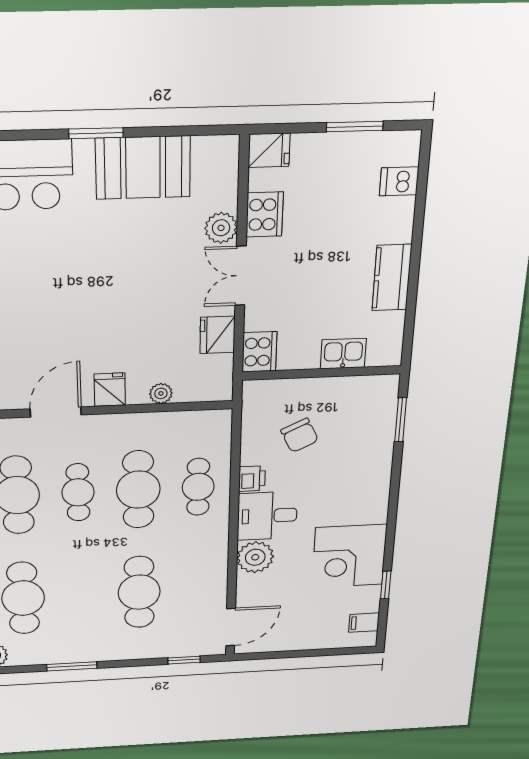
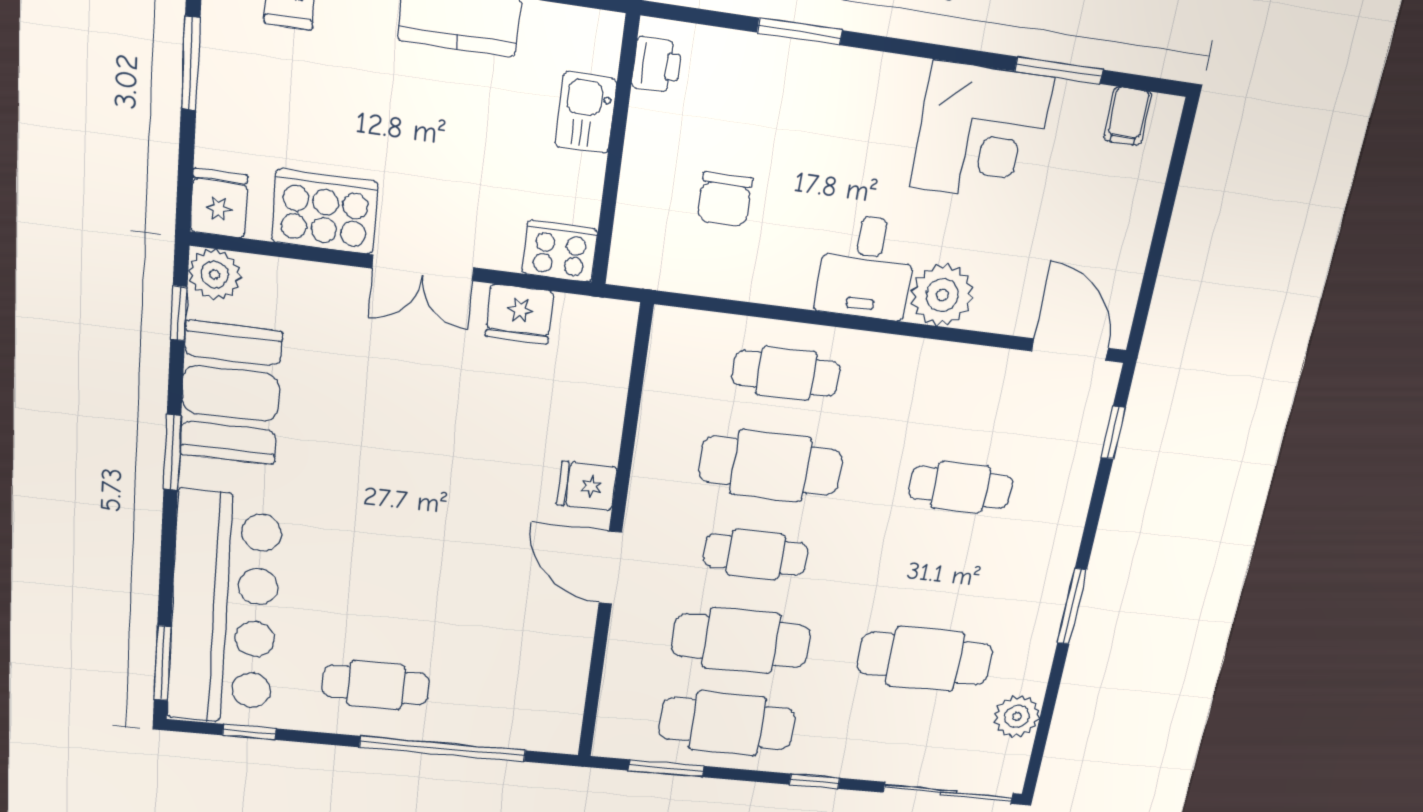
window: (194, 131) -> (179, 313), added
cooker: (265, 215) -> (325, 212), width x1.37, depth x1.31
plant: (221, 228) -> (215, 274), moved
plant: (161, 393) -> (607, 411), removed
window: (401, 420) -> (800, 31), moved
chair: (300, 435) -> (725, 199), turned 116
printer: (252, 479) -> (657, 65), moved, turned 90
window: (386, 585) -> (1059, 70), width x1.50
cafe table: (139, 592) -> (961, 487), width x0.73, depth x0.74

